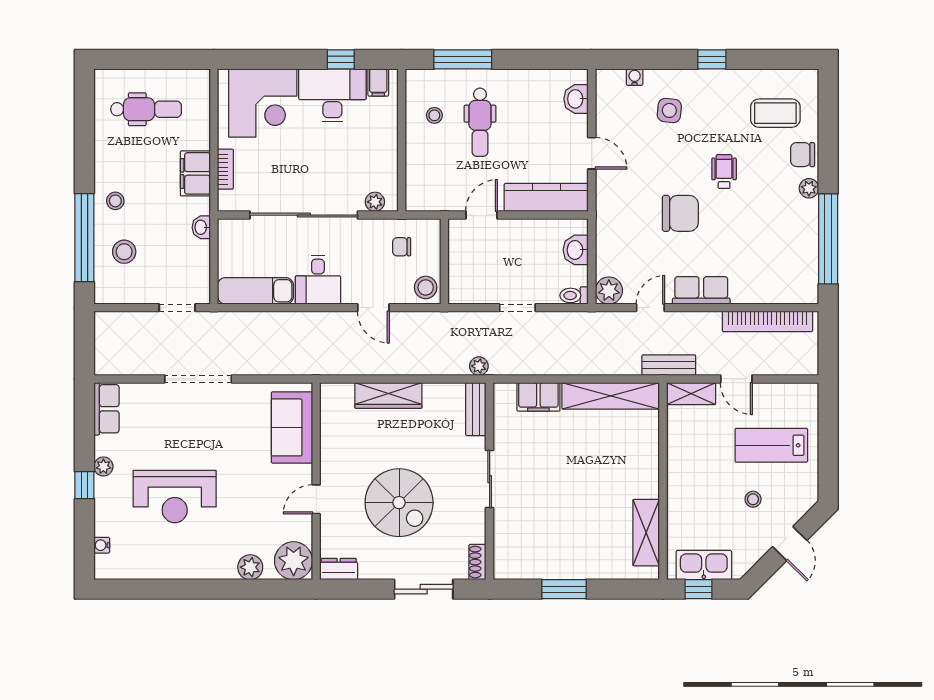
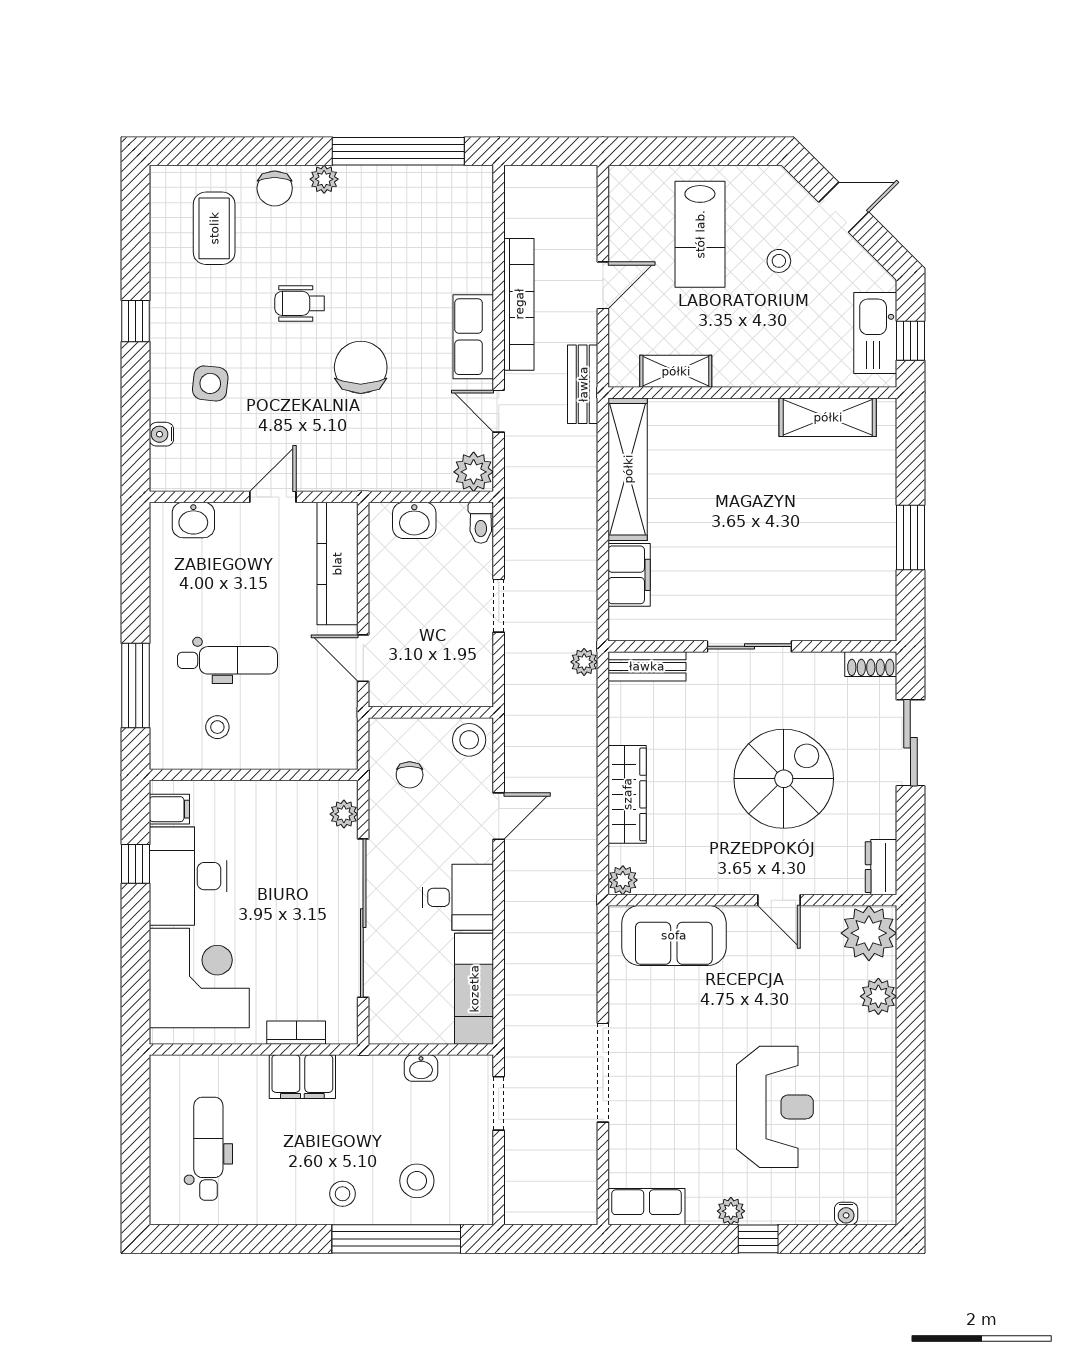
washbasin: (201, 227) -> (421, 1068), moved
bookcase: (767, 321) -> (519, 304), moved
plant: (330, 393) -> (623, 880), added
shelving: (691, 394) -> (676, 371), moved, turned 90

